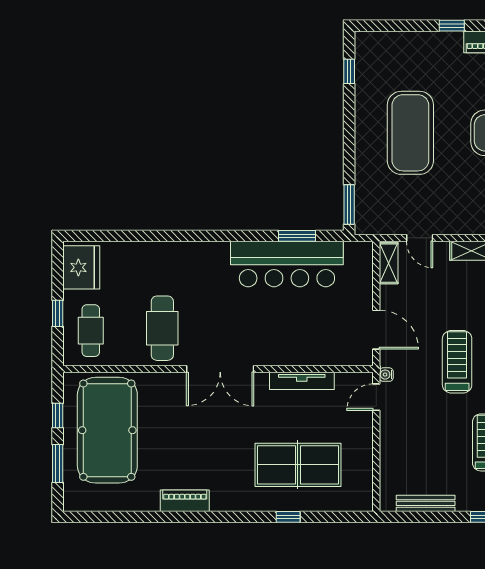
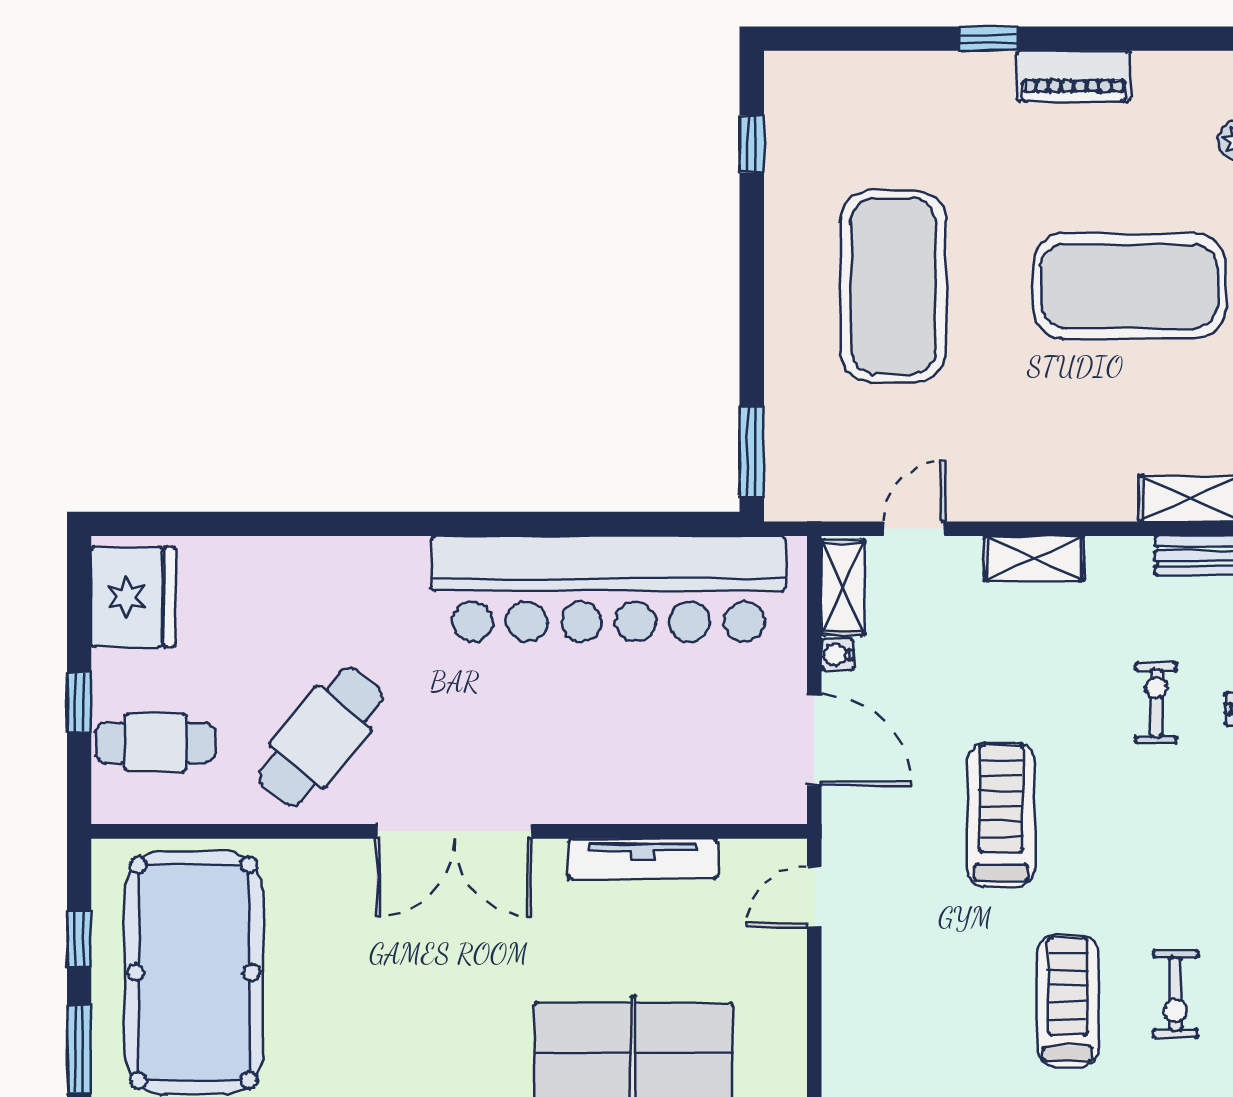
window: (297, 236) -> (632, 524), removed
door: (420, 238) -> (914, 529), swing flipped
bar counter: (287, 264) -> (608, 589), width x1.36
cafe table: (162, 328) -> (321, 737), turned 39
cafe table: (91, 331) -> (155, 743), turned 90
water cooler: (386, 375) -> (837, 655), moved

